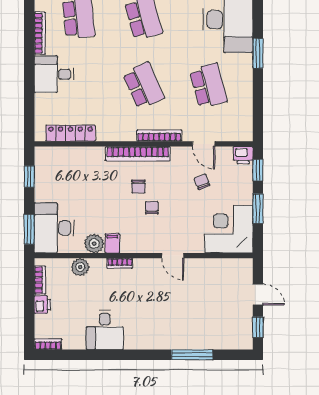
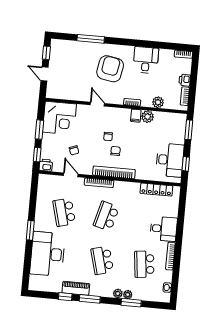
school desk: (144, 86) -> (106, 216), turned 39
desk: (54, 228) -> (170, 160), moved
armchair: (158, 312) -> (110, 69), added

